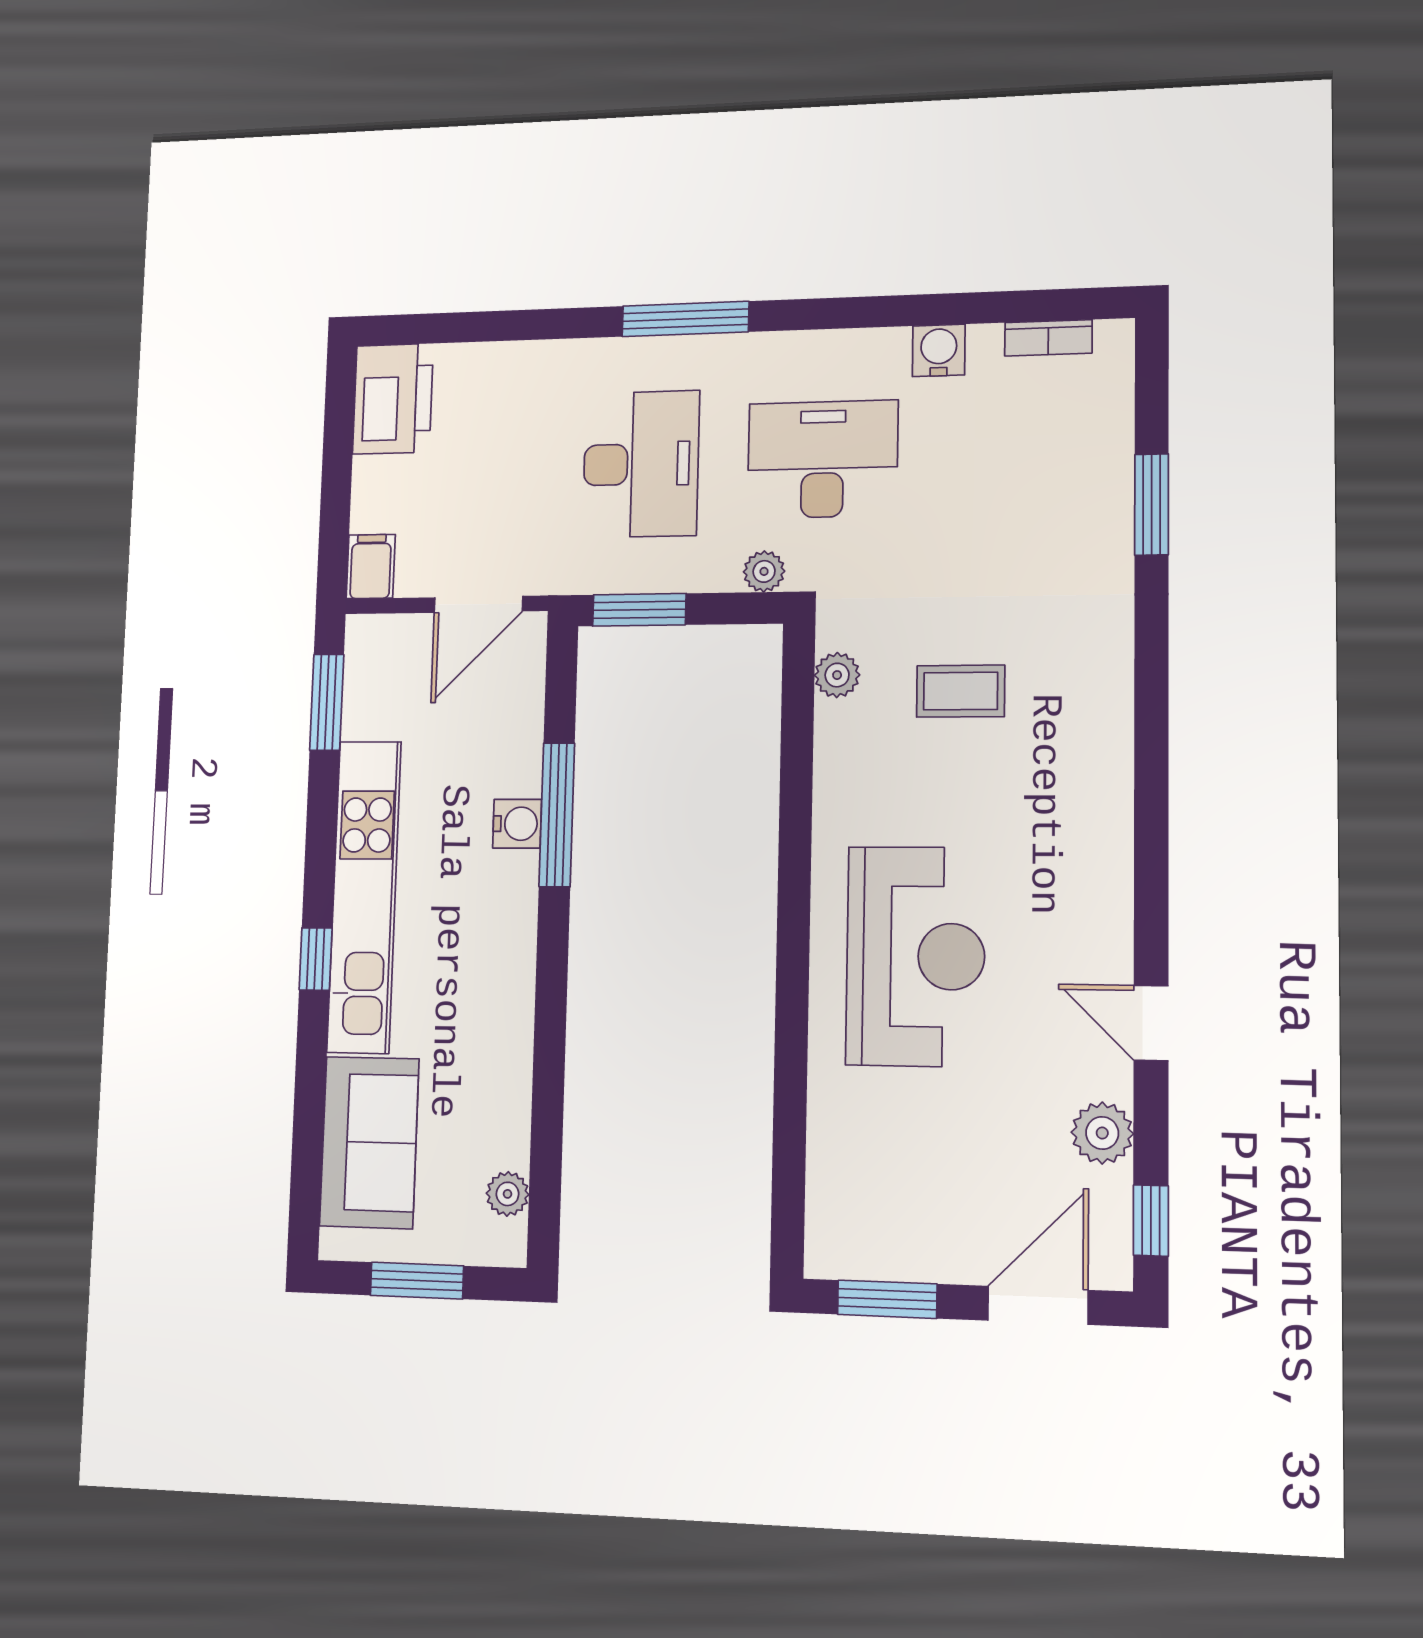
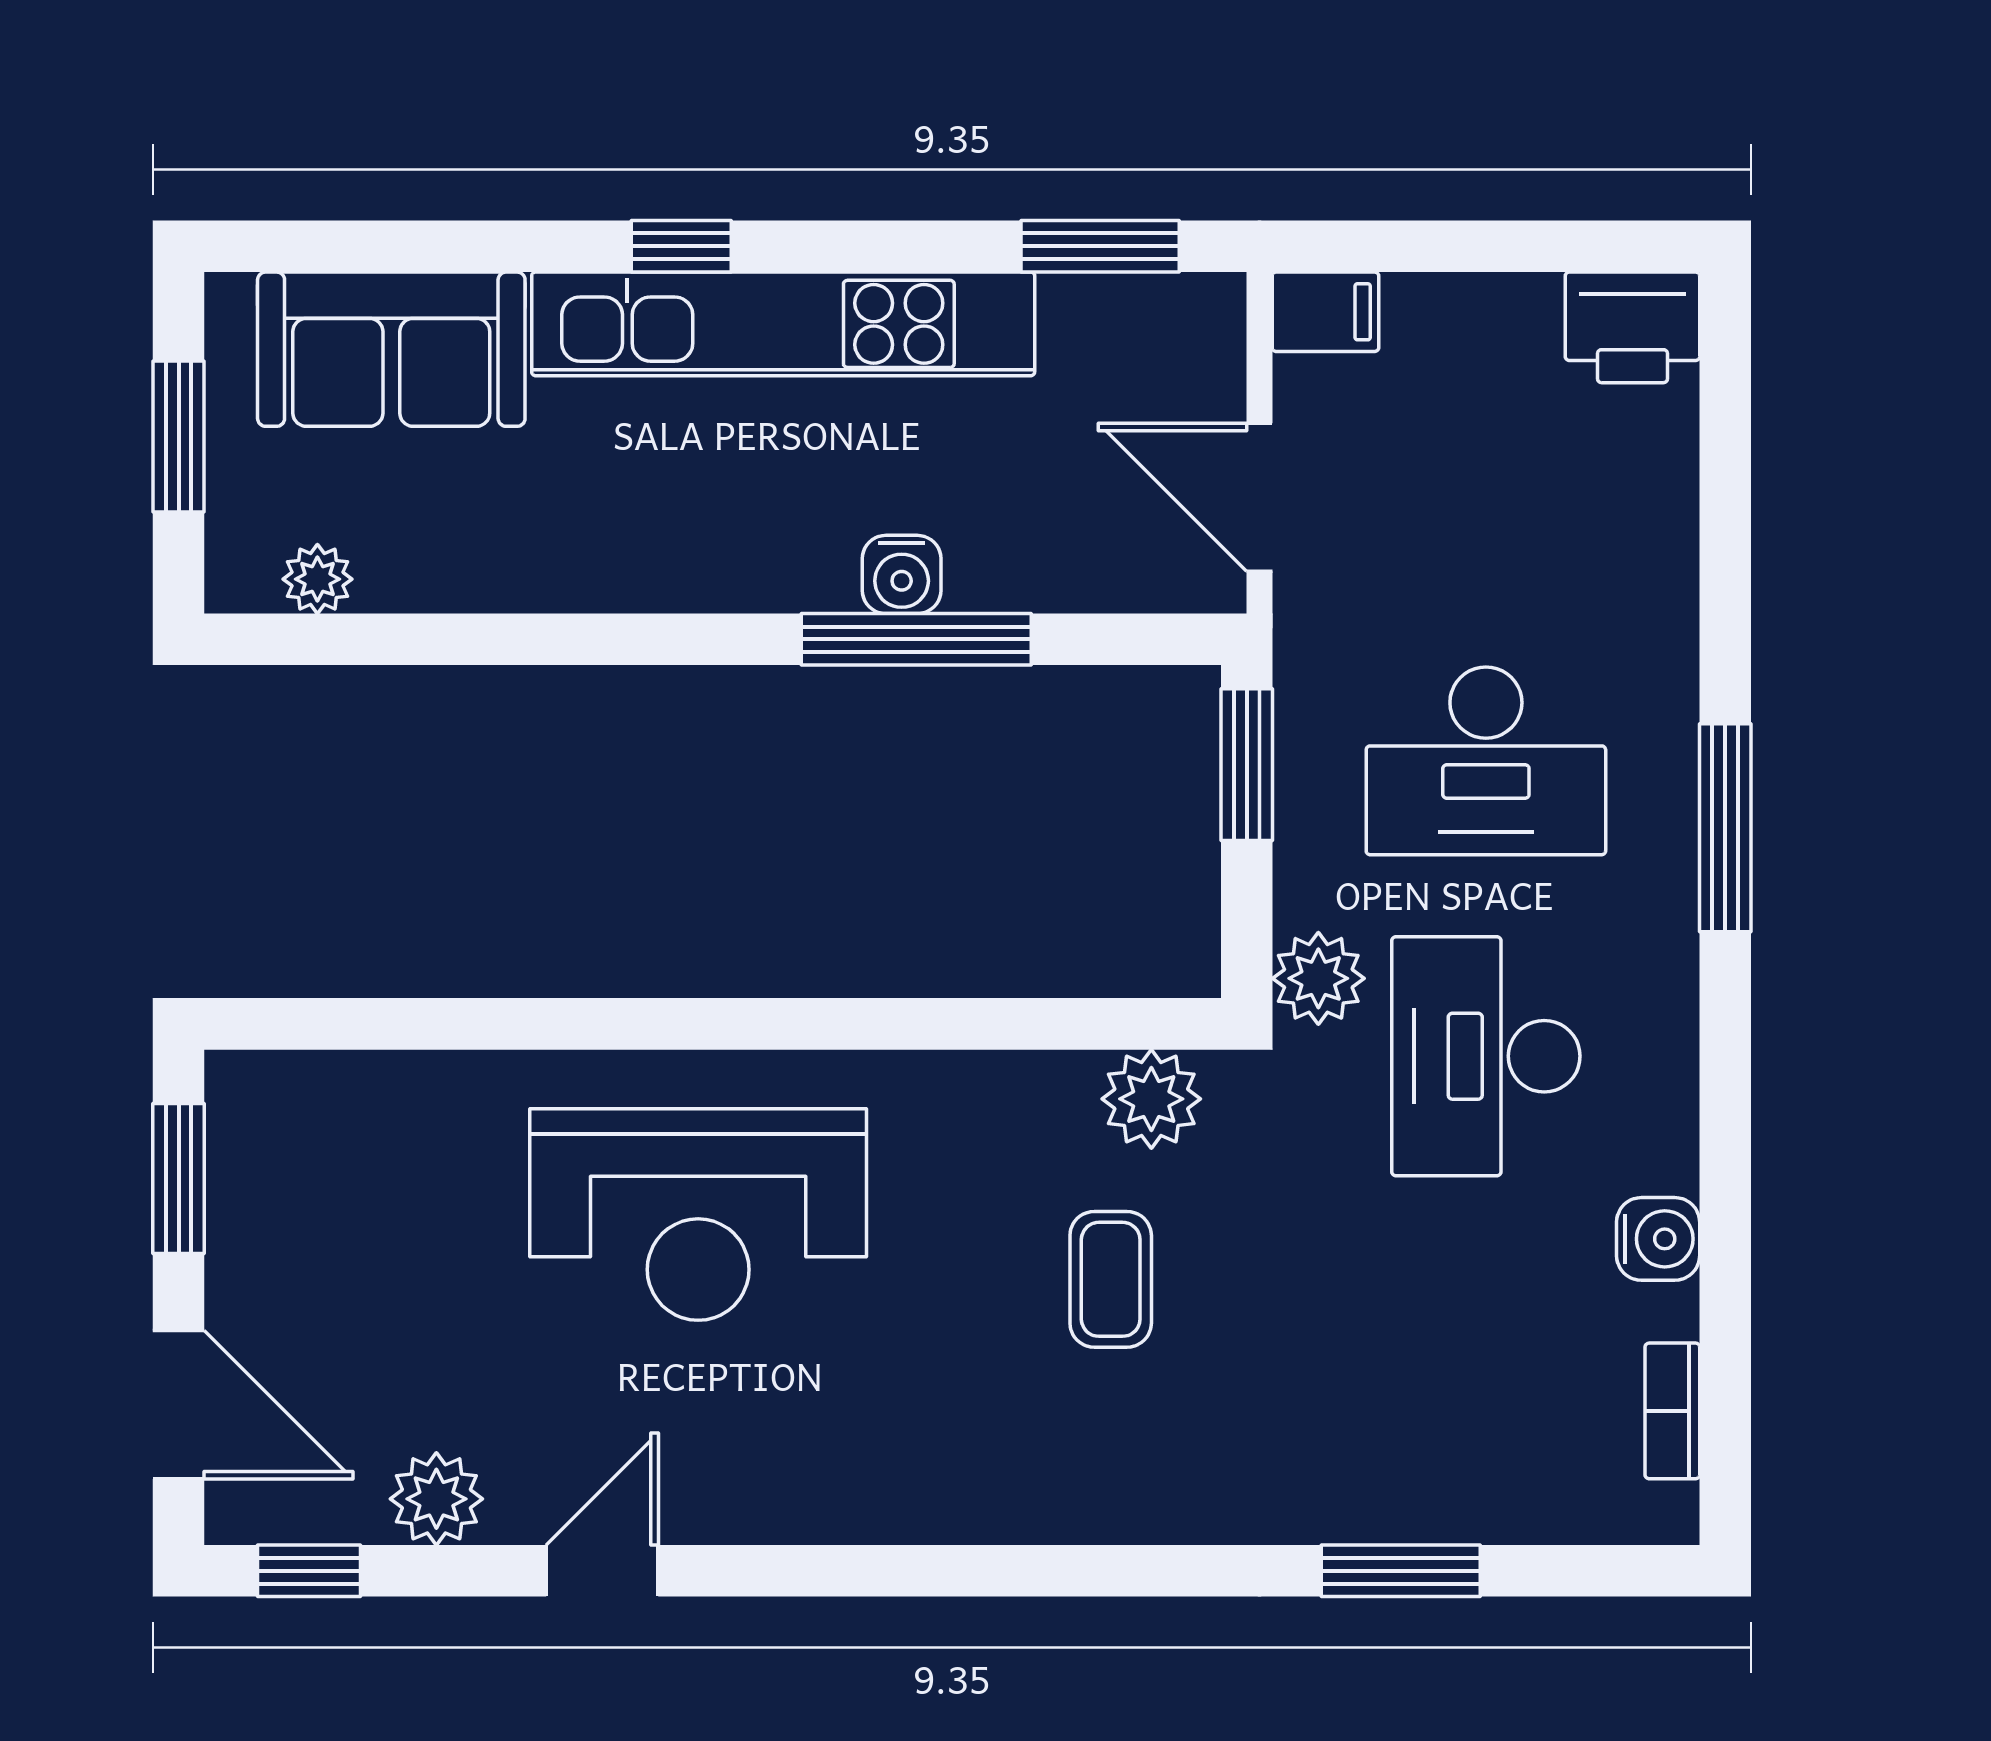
printer: (393, 399) -> (1632, 327), width x0.73, depth x0.84
desk: (823, 459) -> (1486, 1056), turned 180
plant: (764, 571) -> (1318, 978), width x1.38, depth x1.38
plant: (837, 675) -> (1151, 1099), width x1.38, depth x1.38

